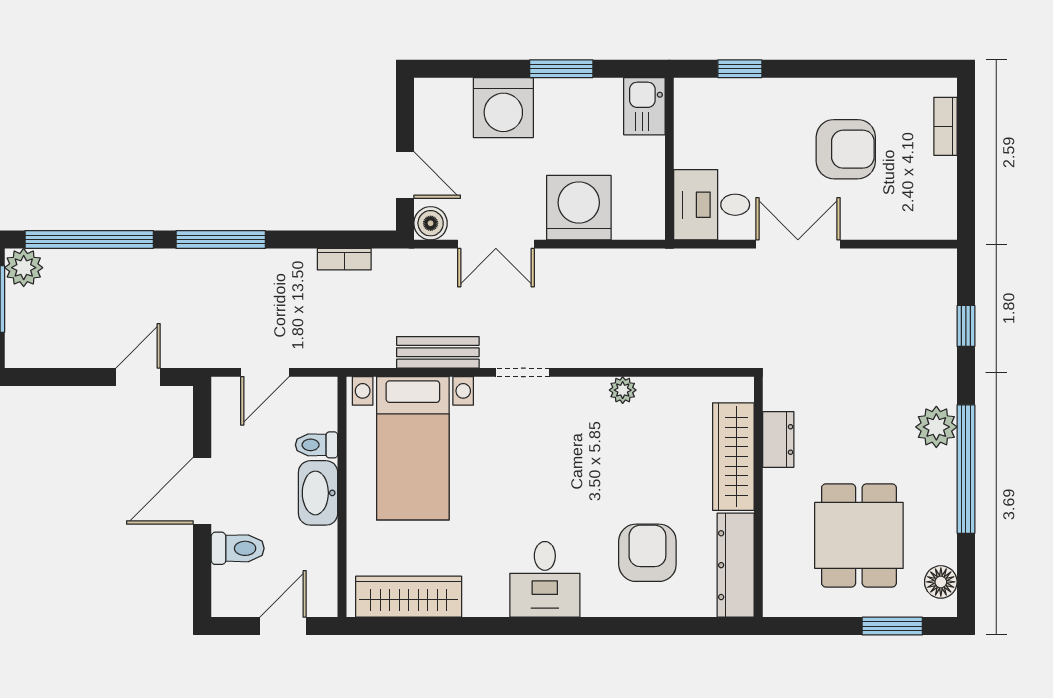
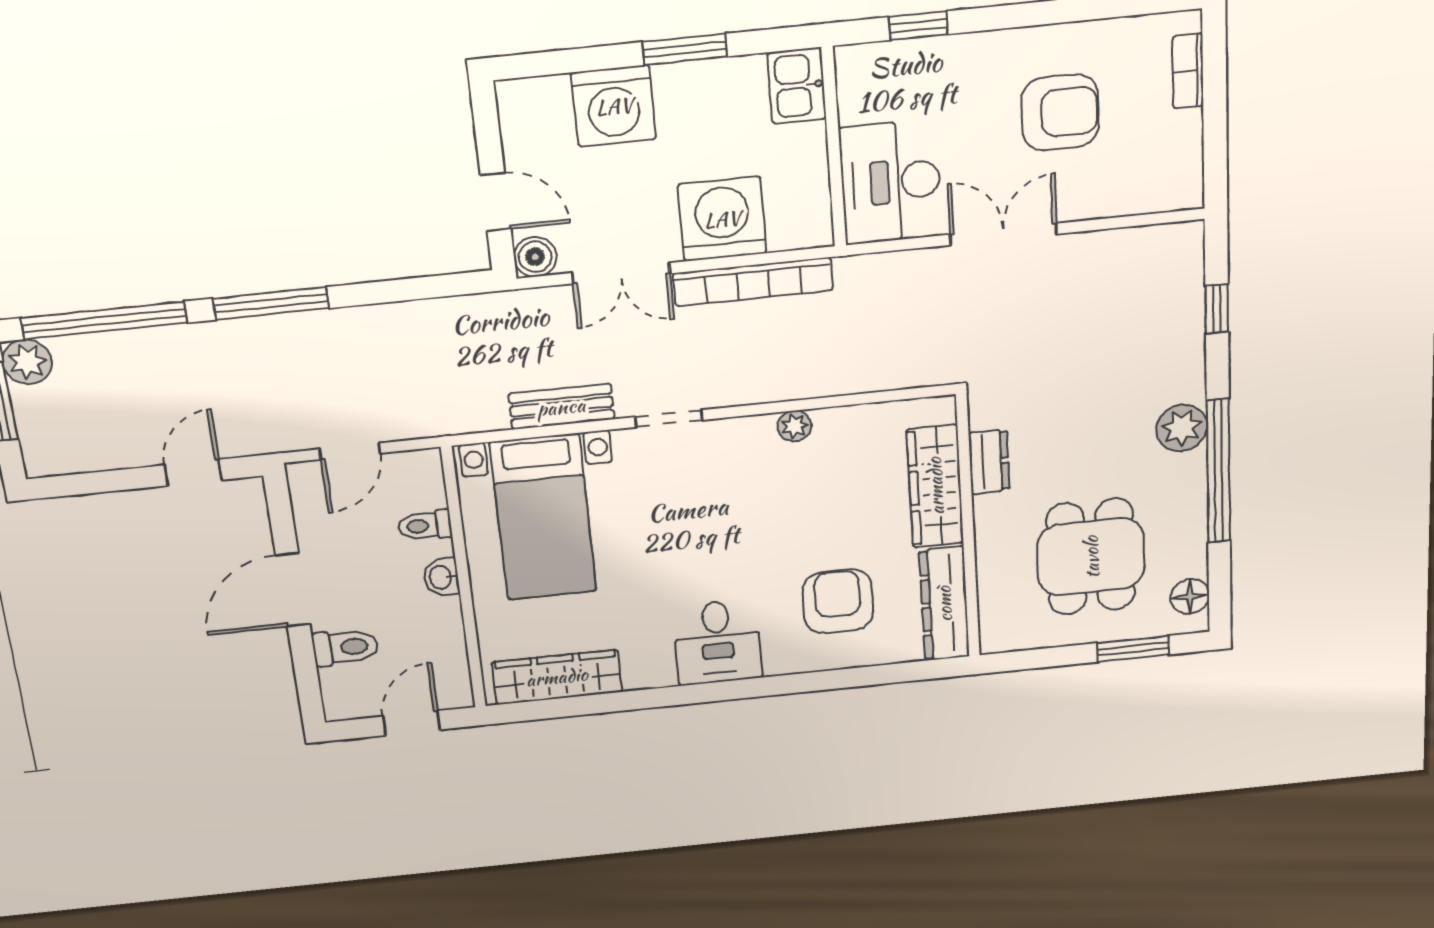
desk: (712, 205) -> (890, 182), width x1.37
bookcase: (344, 259) -> (753, 282), moved, width x2.31, depth x1.31
washbasin: (318, 493) -> (441, 577), width x0.52, depth x0.69

